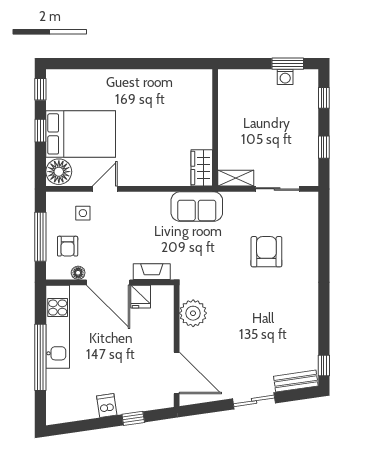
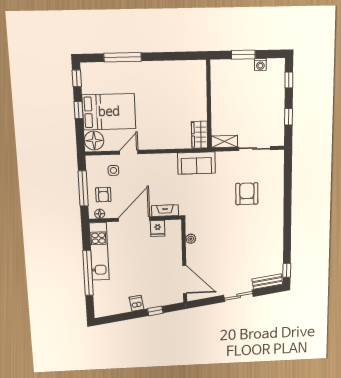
window: (102, 64) -> (123, 57), added
window: (288, 64) -> (243, 55), moved
floor lamp: (78, 273) -> (100, 214), moved
door: (108, 282) -> (134, 219), swing flipped
plant: (193, 313) -> (191, 239), width x0.53, depth x0.53

